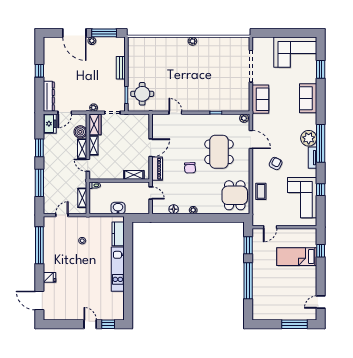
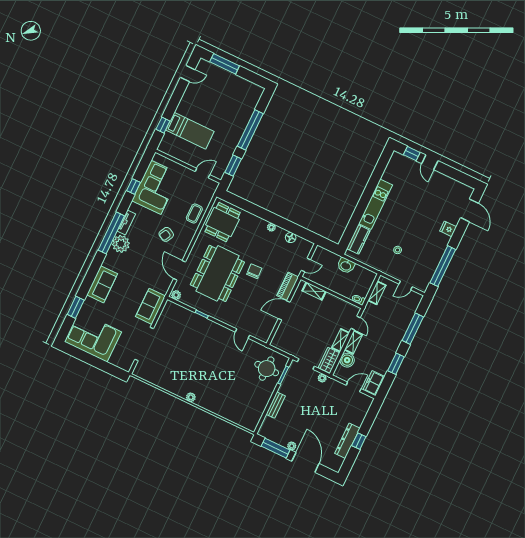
dresser: (49, 96) -> (347, 441), moved
dining table: (219, 152) -> (217, 273), width x1.36, depth x1.24
door: (151, 193) -> (306, 265), swing flipped

